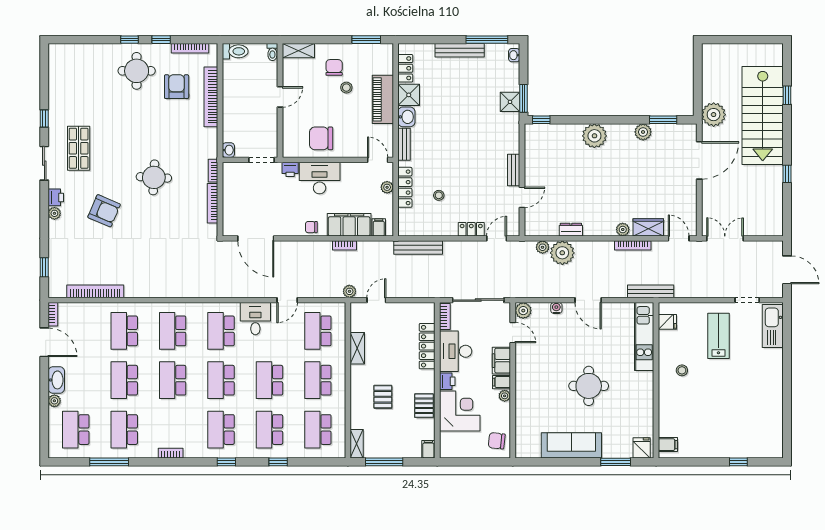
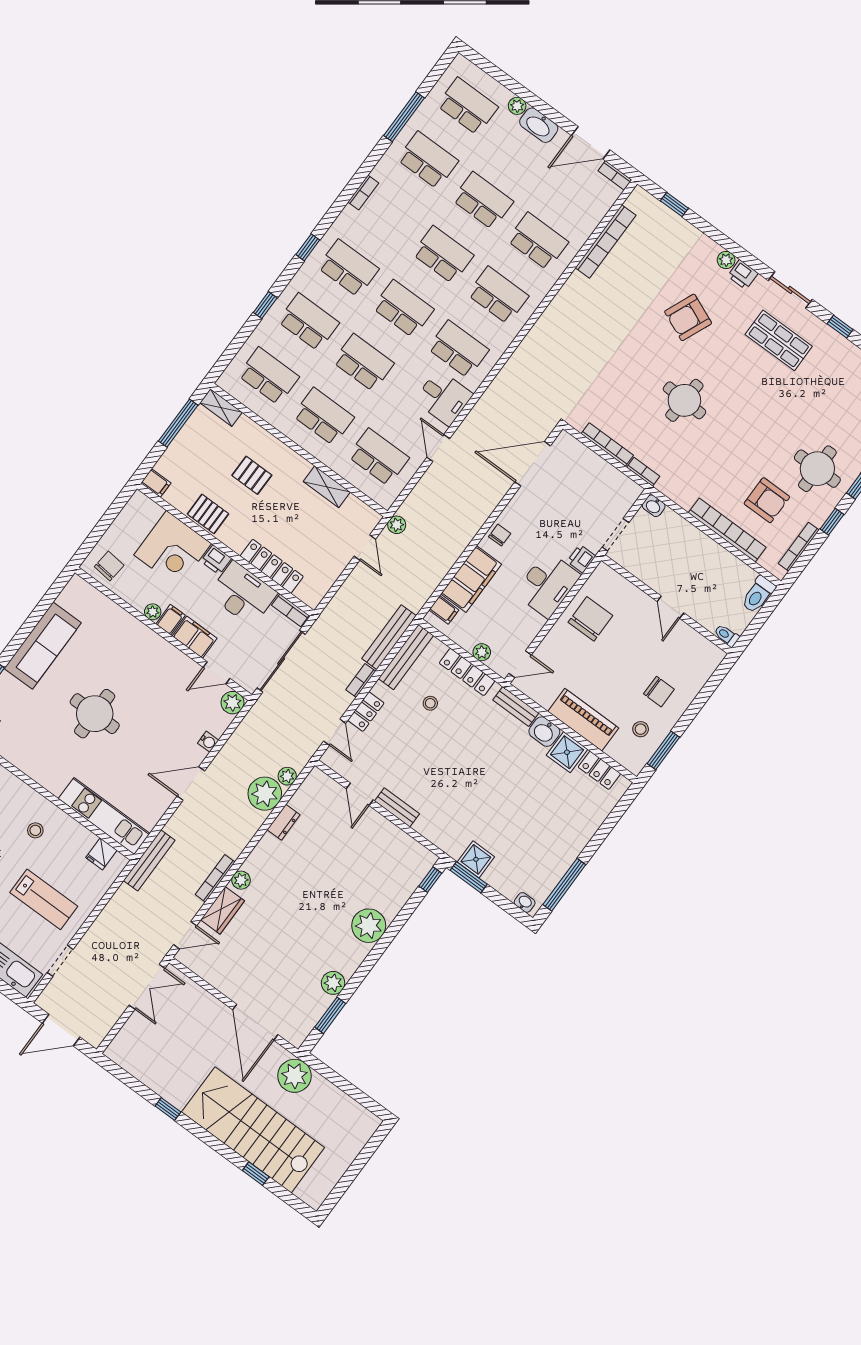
bench: (460, 50) -> (406, 657), moved
shelving: (298, 51) -> (707, 666), removed
stool: (346, 88) -> (641, 729), moved
bookcase: (344, 245) -> (361, 680), moved

